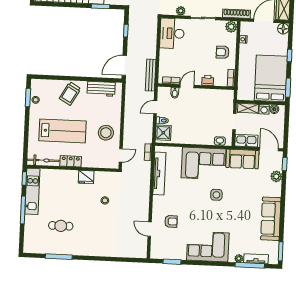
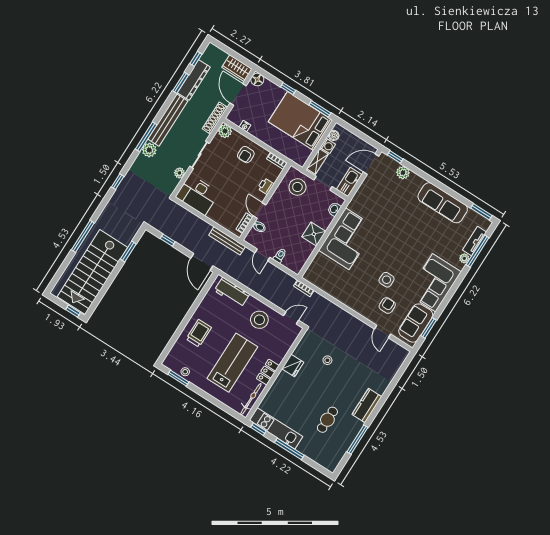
workbench: (101, 89) -> (232, 292), moved, turned 90
trolley: (70, 94) -> (199, 333), turned -120
stool: (221, 104) -> (297, 187), added
shower: (163, 133) -> (314, 234), moved
door: (121, 155) -> (291, 318), hinge flipped
sofa: (242, 159) -> (416, 323), moved, turned 180
tv unit: (159, 174) -> (332, 289), removed
side table: (216, 195) -> (387, 280), moved
door: (150, 229) -> (382, 331), hinge flipped
kitchen counter: (88, 249) -> (367, 406), added

